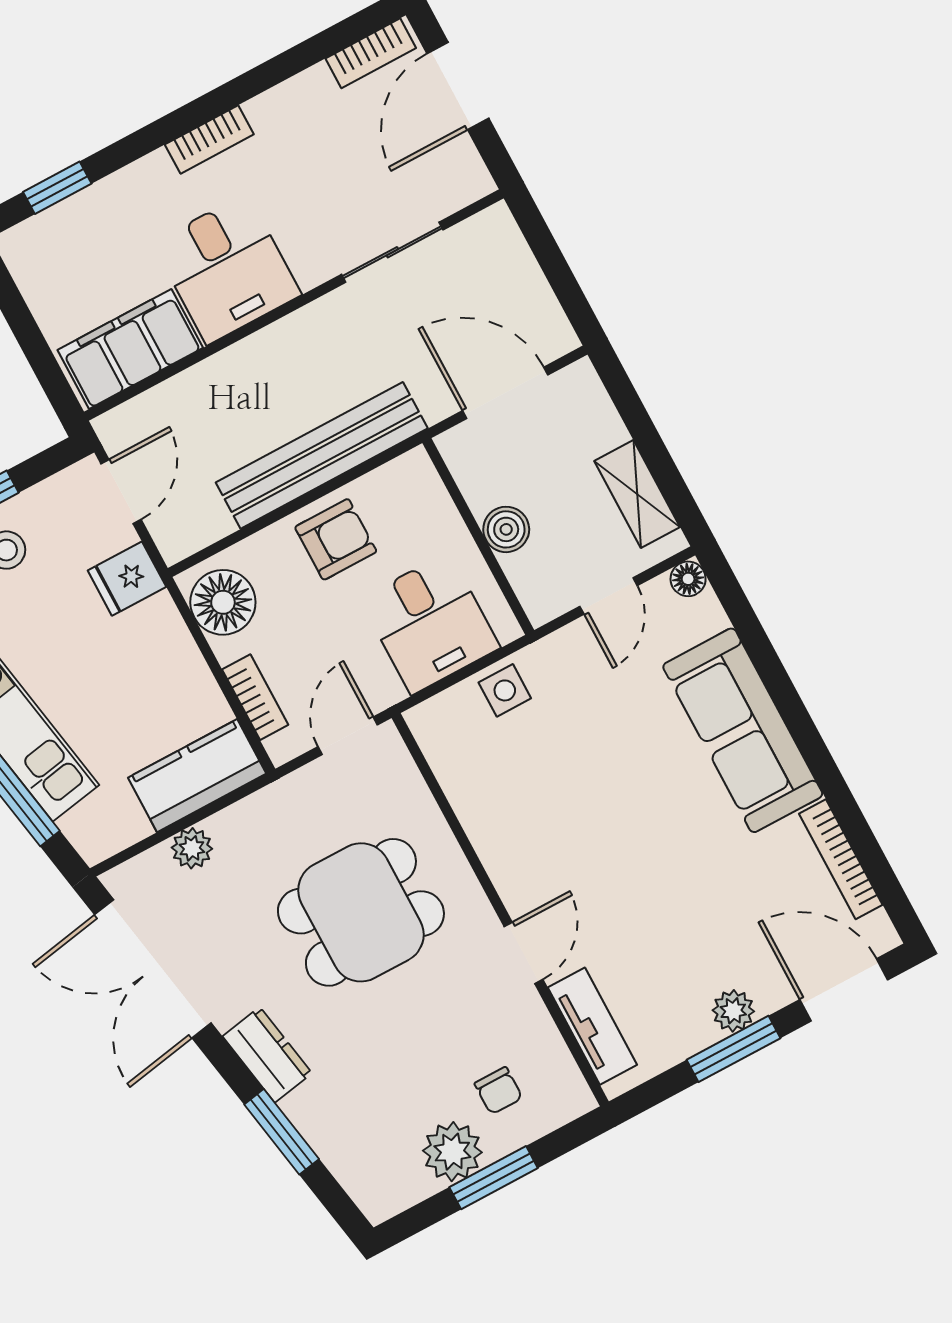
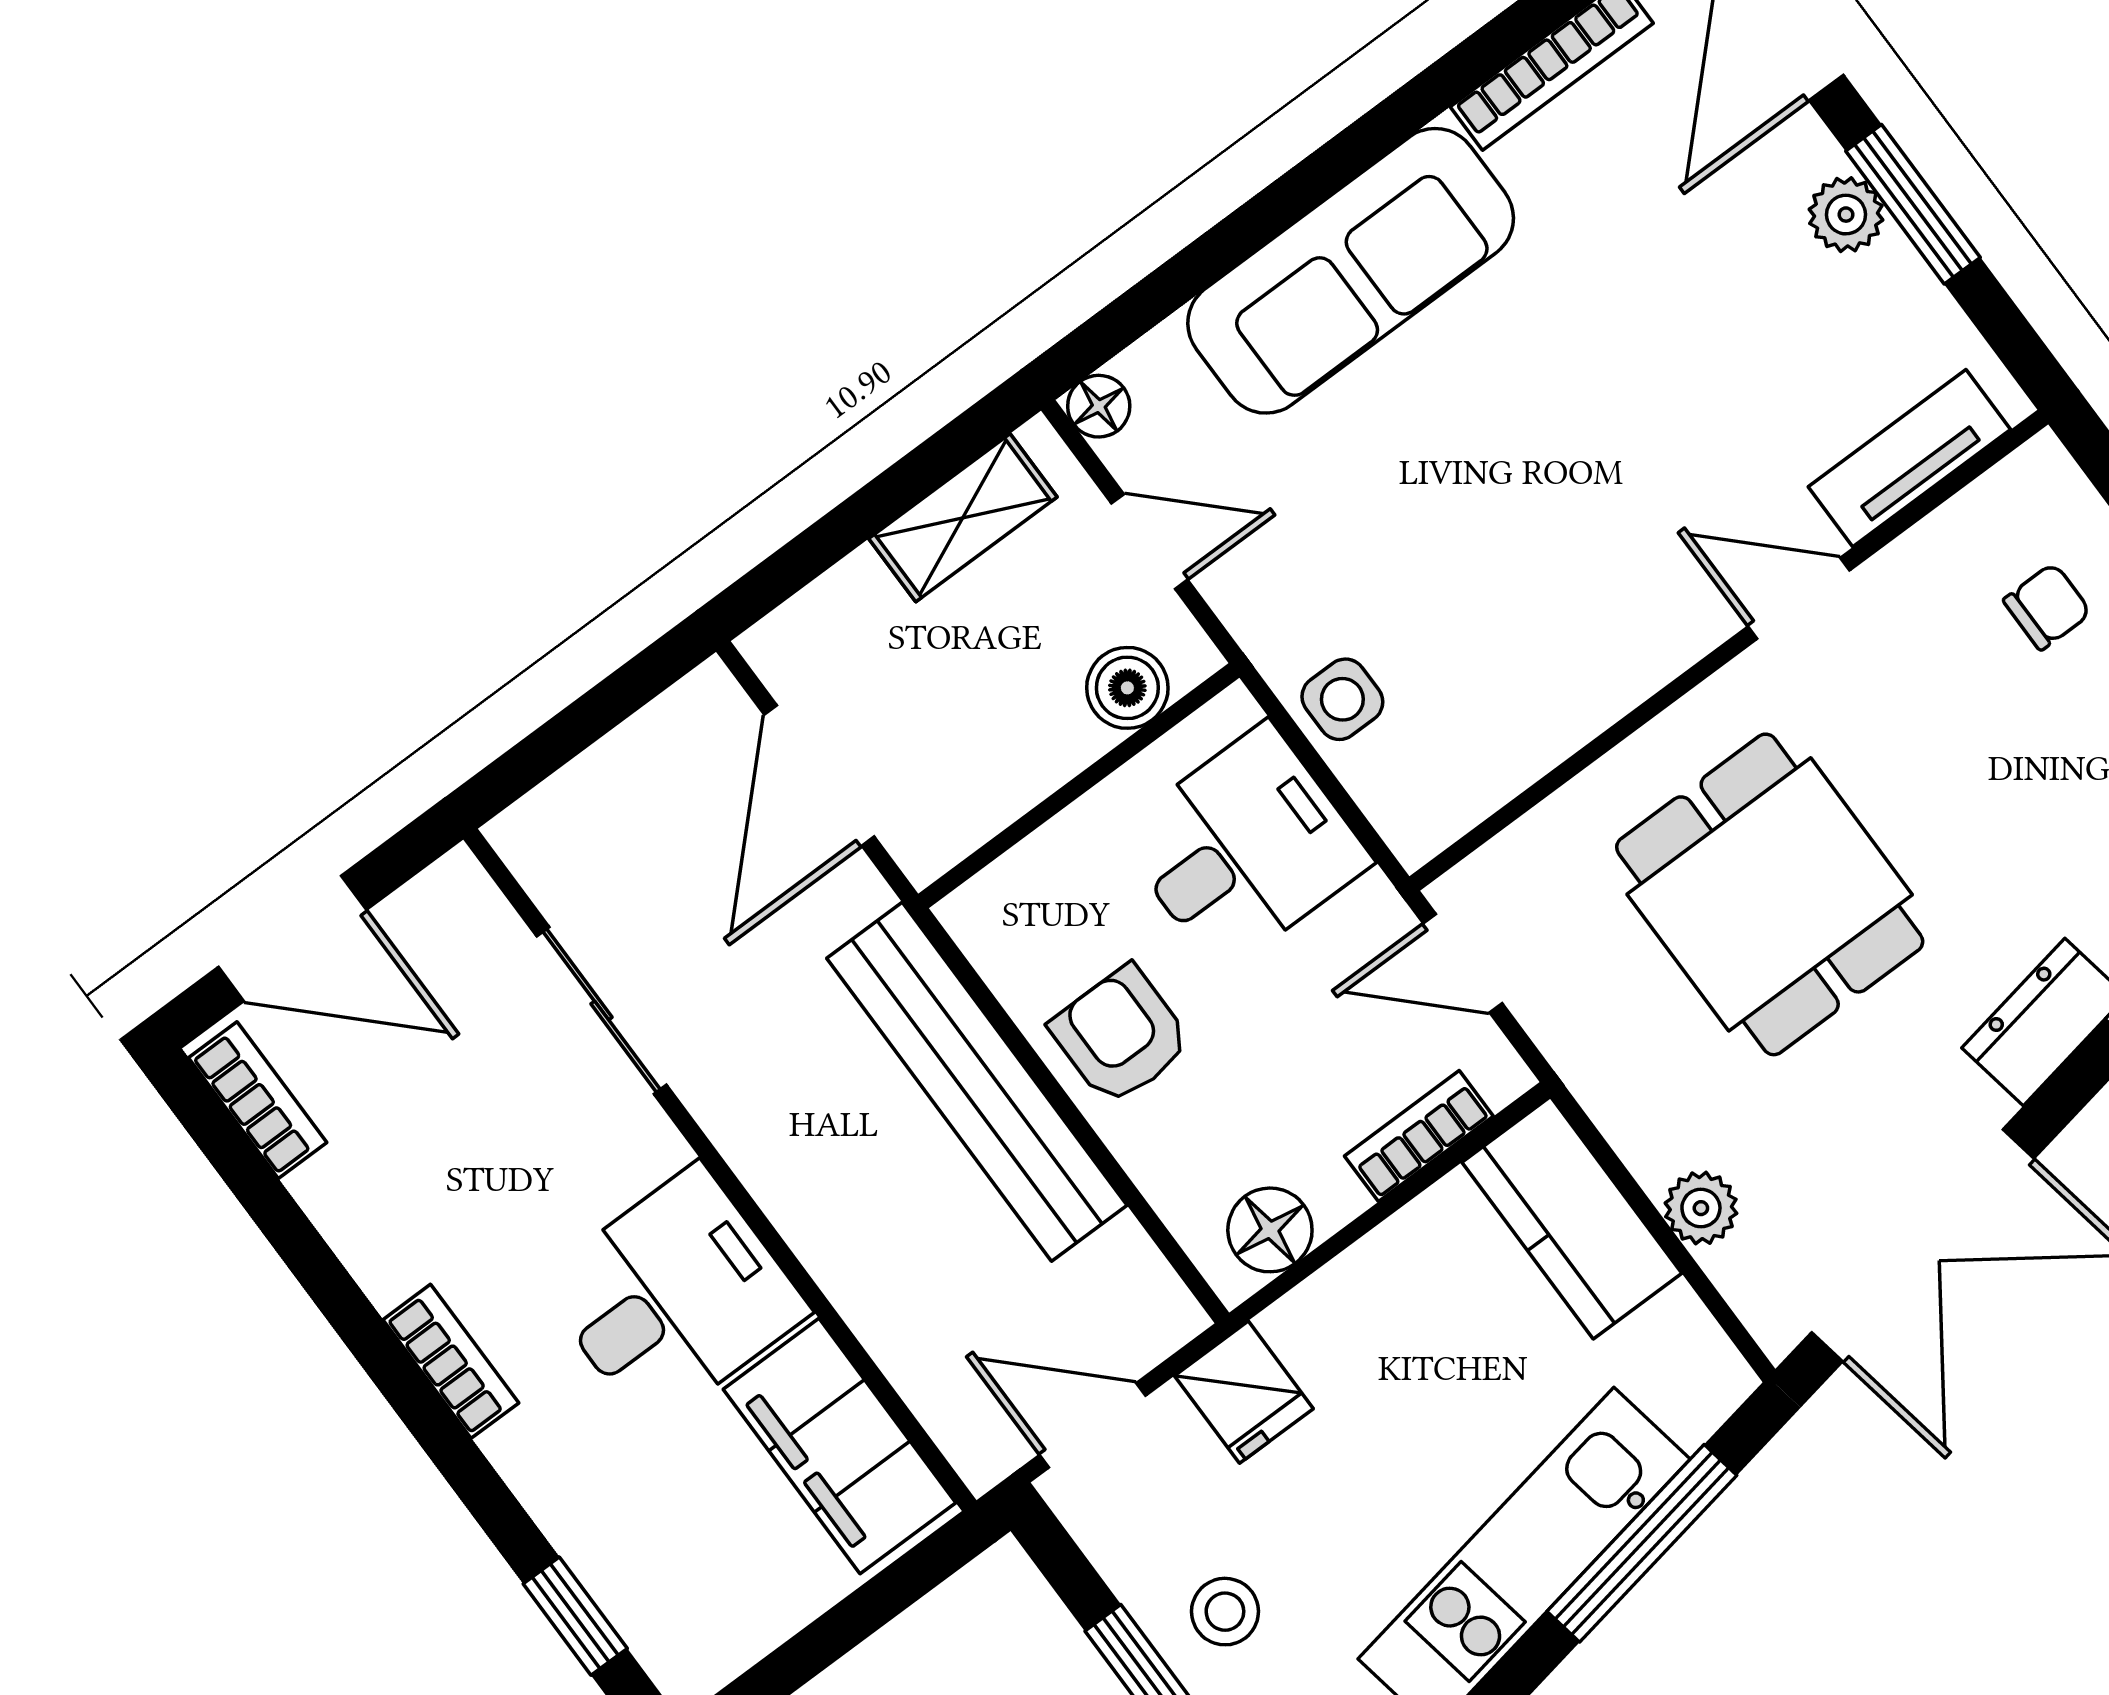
boiler: (506, 529) -> (1127, 688), moved
floor lamp: (223, 602) -> (1270, 1230), width x0.73, depth x0.73

